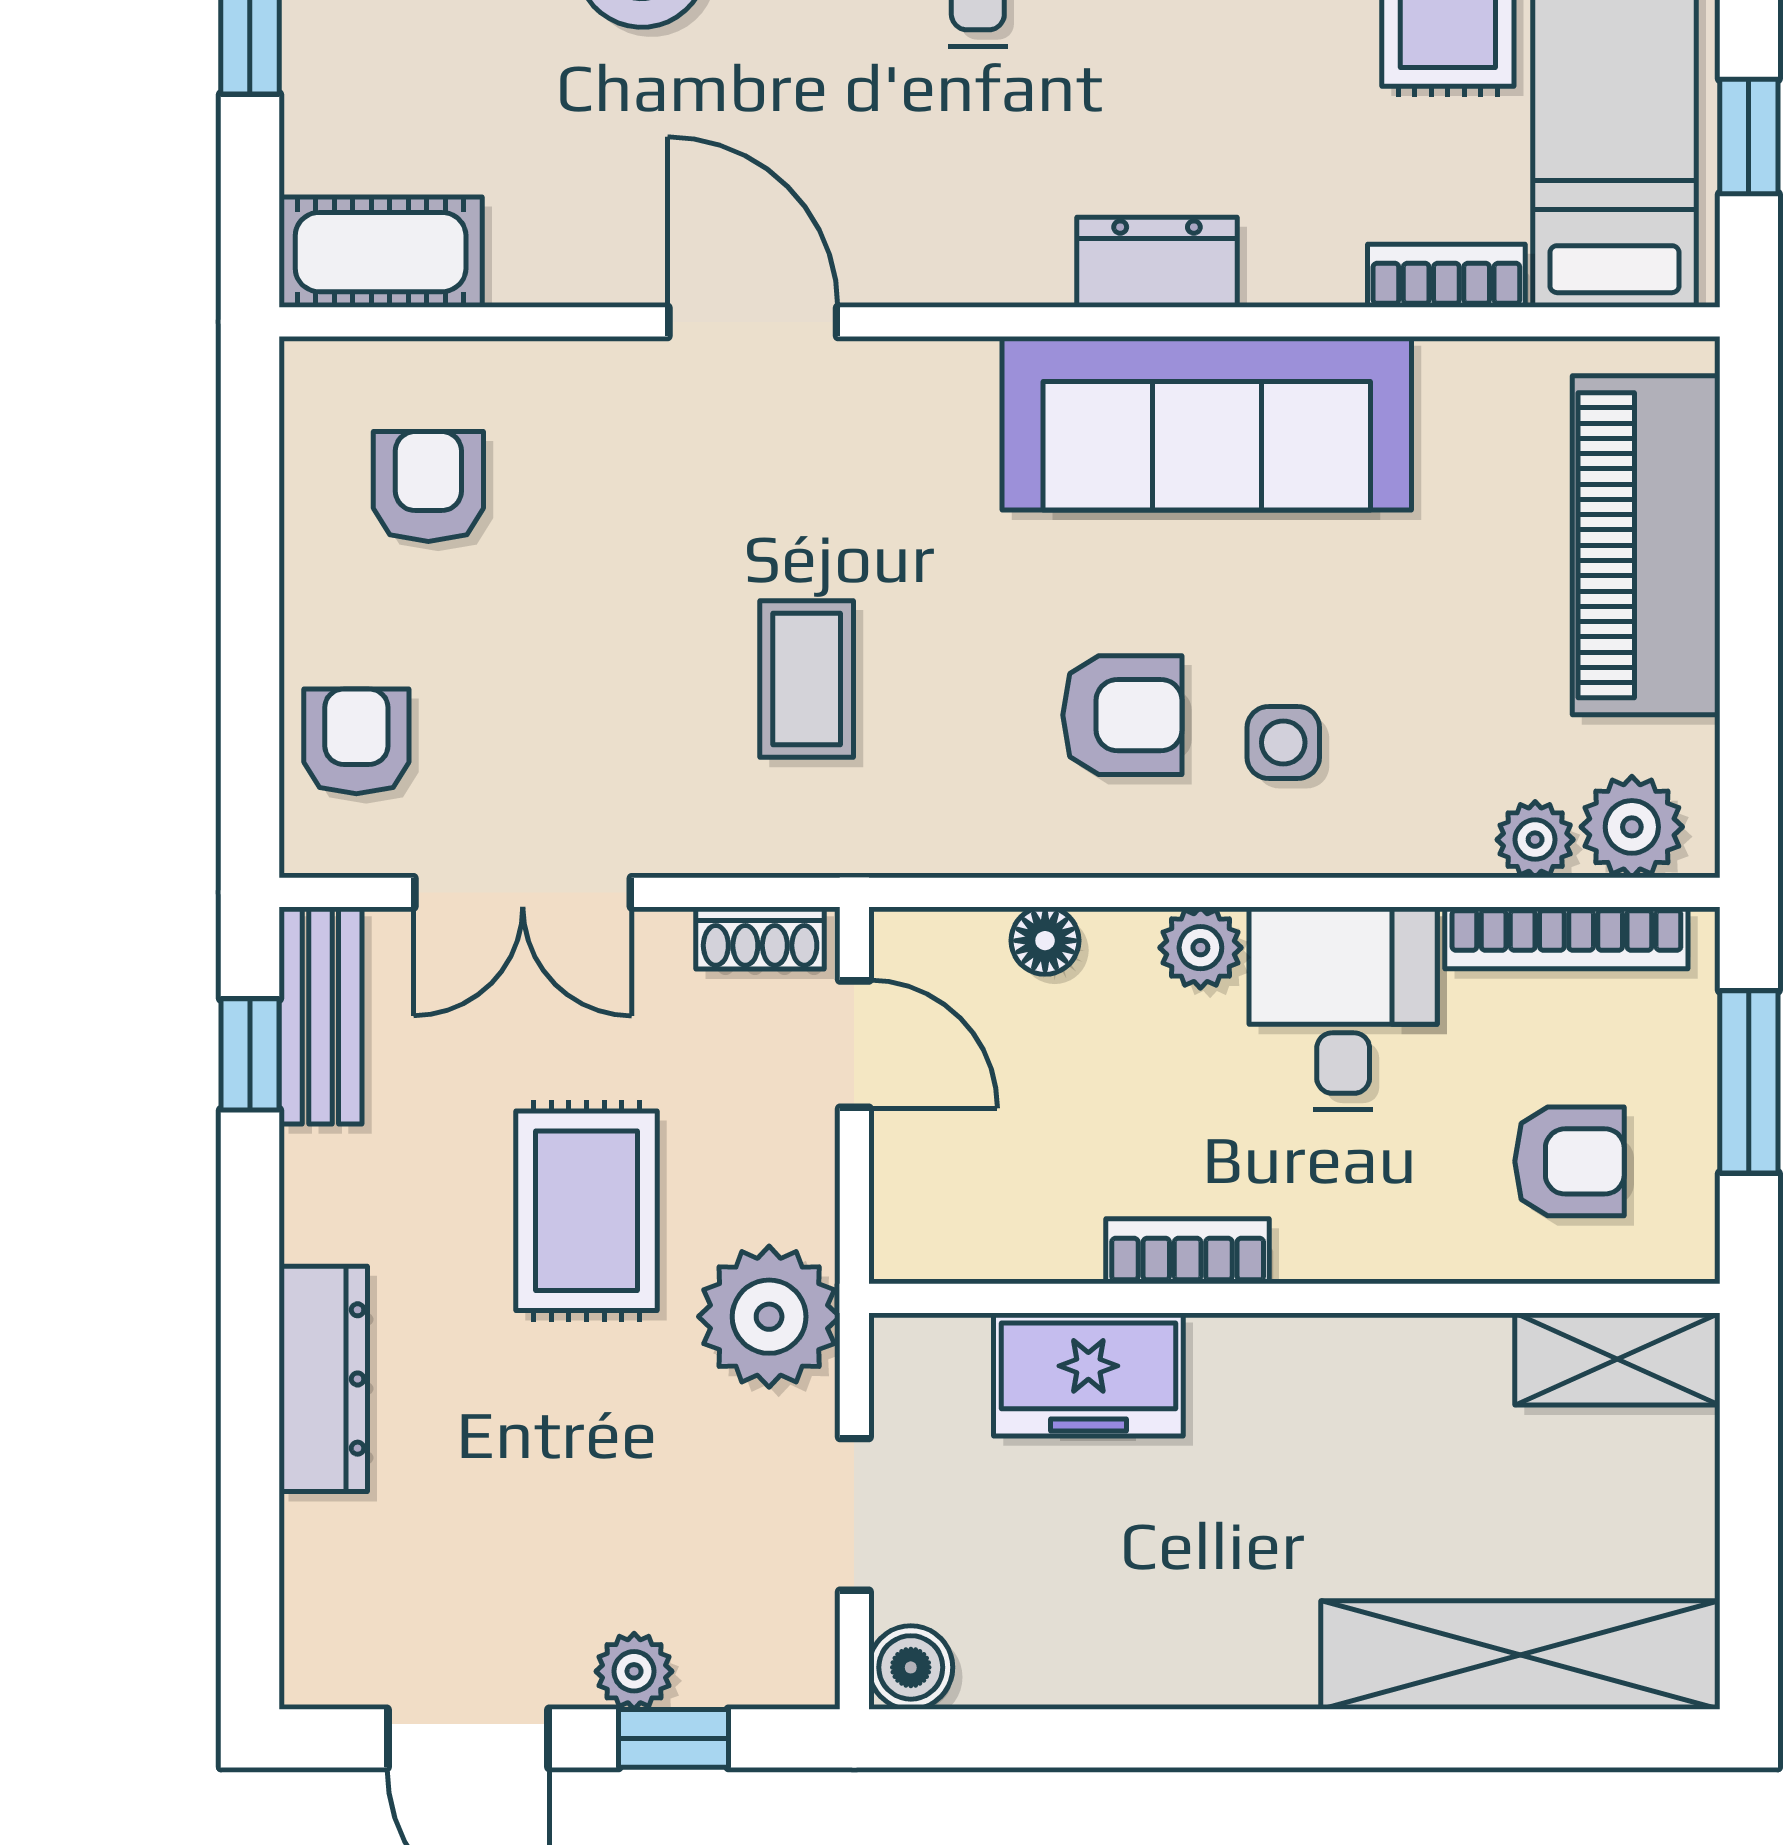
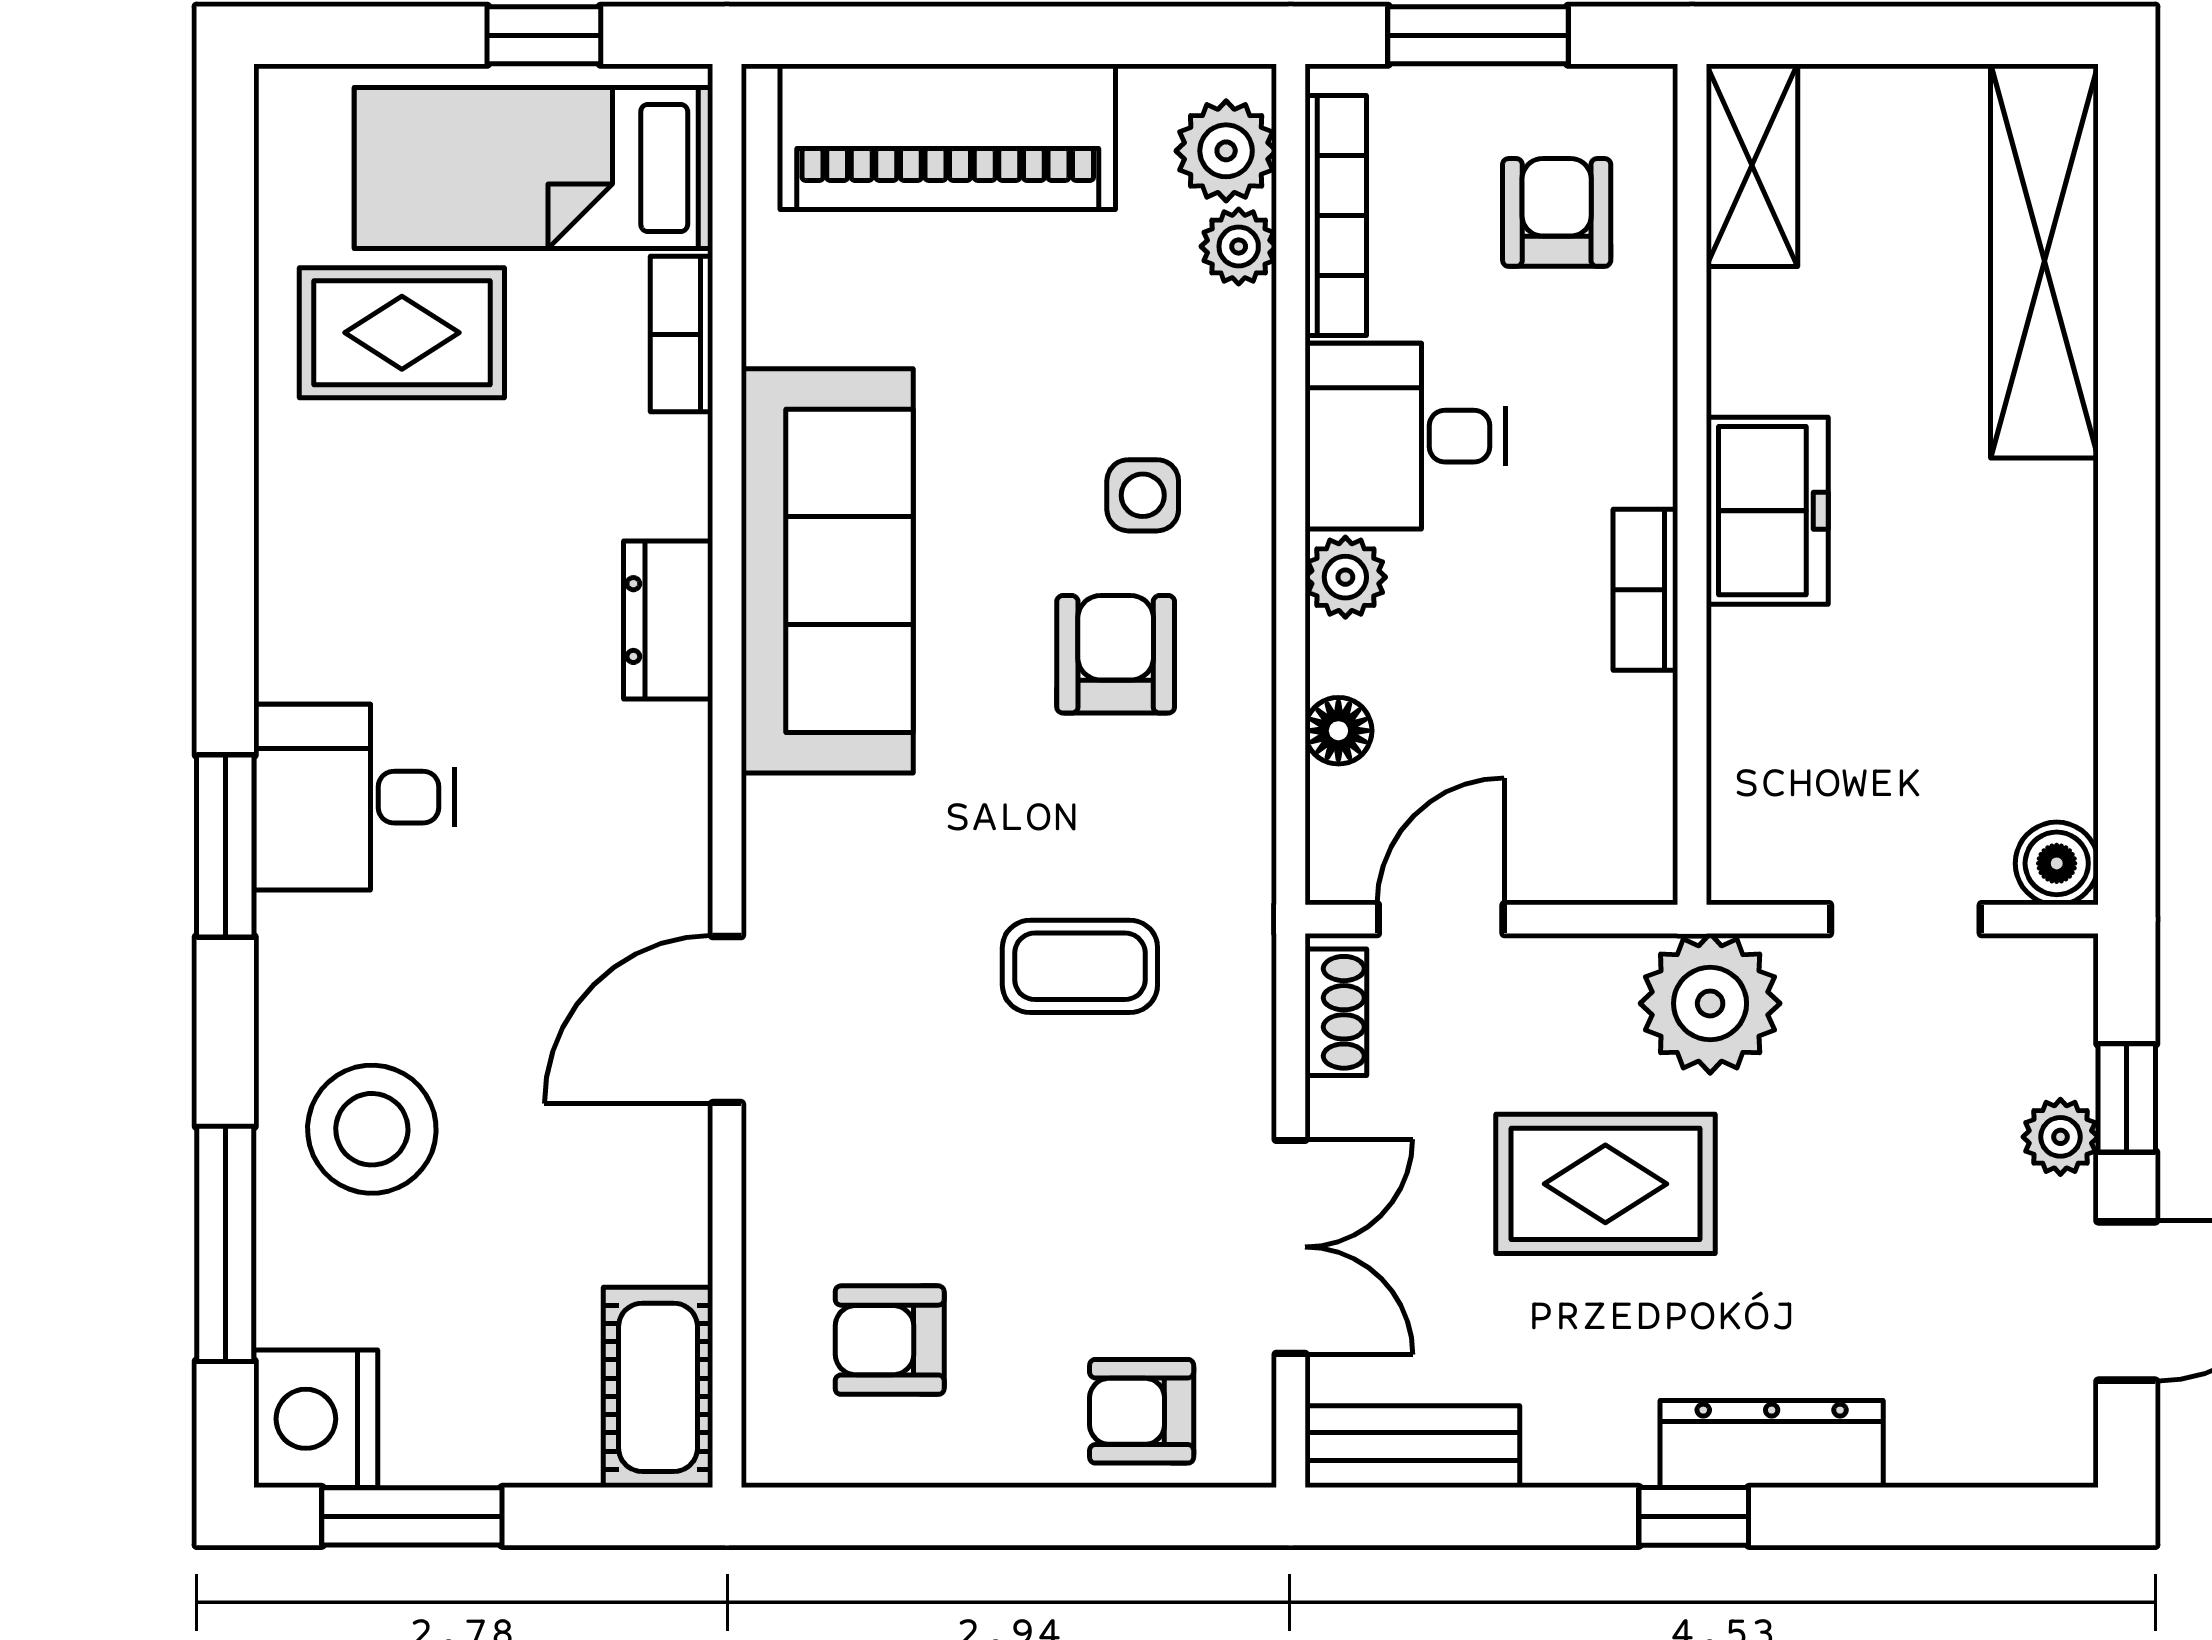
window: (250, 1054) -> (1694, 1516), moved
freezer: (1088, 1374) -> (1767, 511), moved

